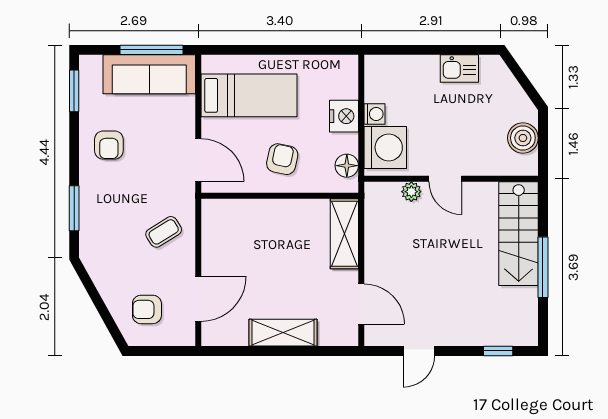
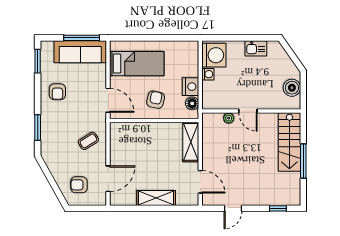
nightstand: (344, 116) -> (191, 87), moved
washing machine: (385, 147) -> (214, 55), moved

